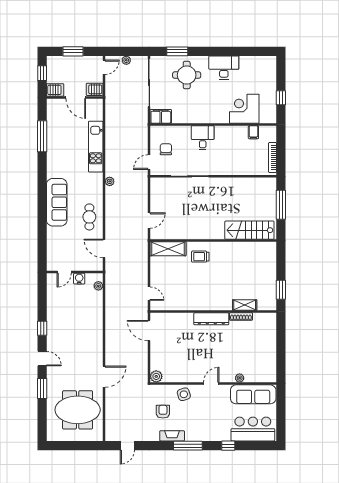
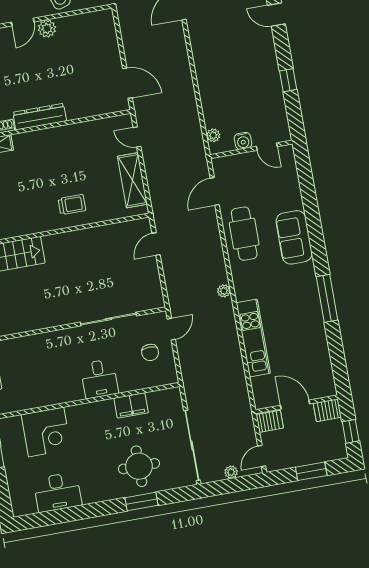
window: (177, 51) -> (141, 502), moved
desk: (224, 67) -> (57, 492), moved
filing cabinet: (161, 116) -> (131, 405), moved
filing cabinet: (253, 132) -> (27, 400), removed
window: (42, 136) -> (327, 298), moved
sofa: (57, 202) -> (294, 237), width x0.73
cafe table: (89, 217) -> (244, 234), width x1.37, depth x1.35
door: (104, 248) -> (215, 191), swing flipped
shelving: (168, 249) -> (132, 180), moved, turned 90
door: (64, 272) -> (267, 147), swing flipped
window: (42, 328) -> (288, 80), moved
plant: (156, 376) -> (47, 29), moved

